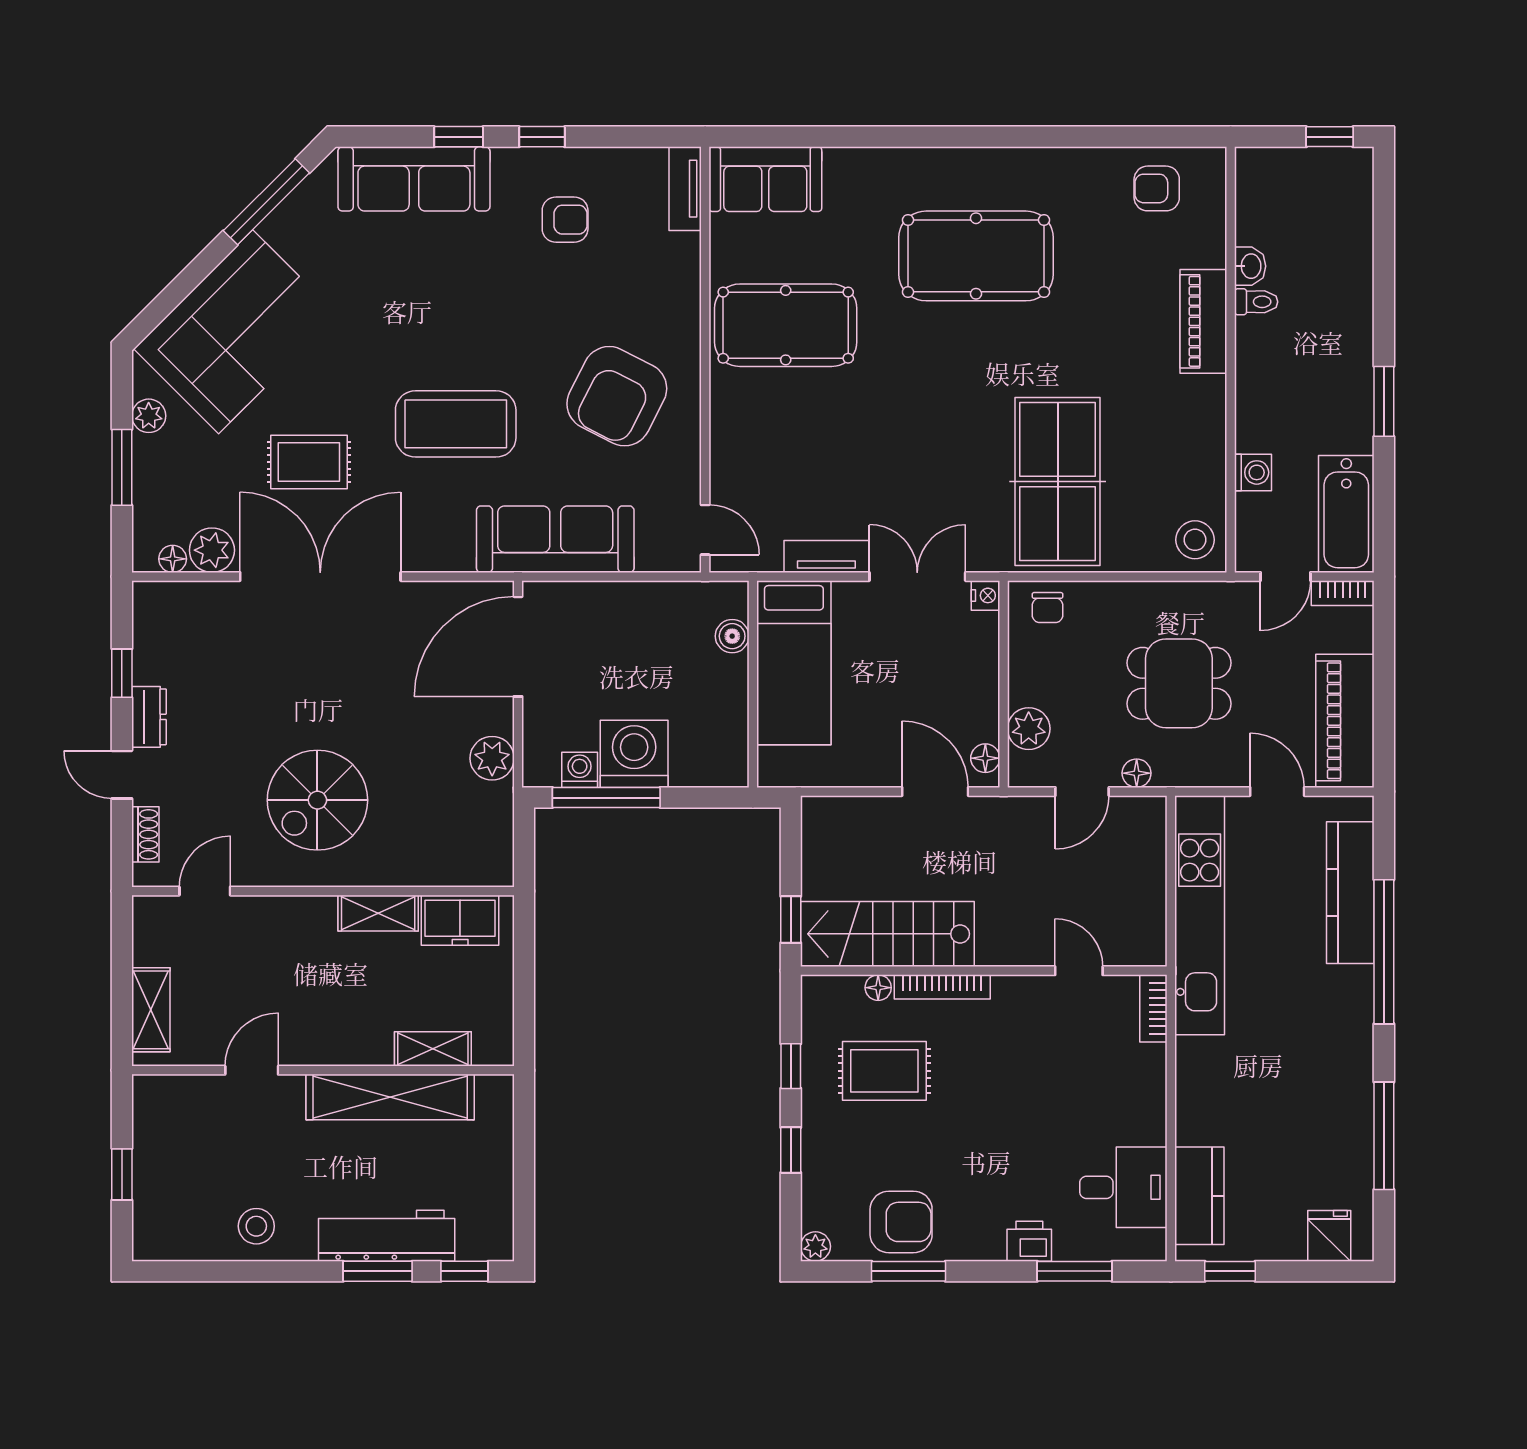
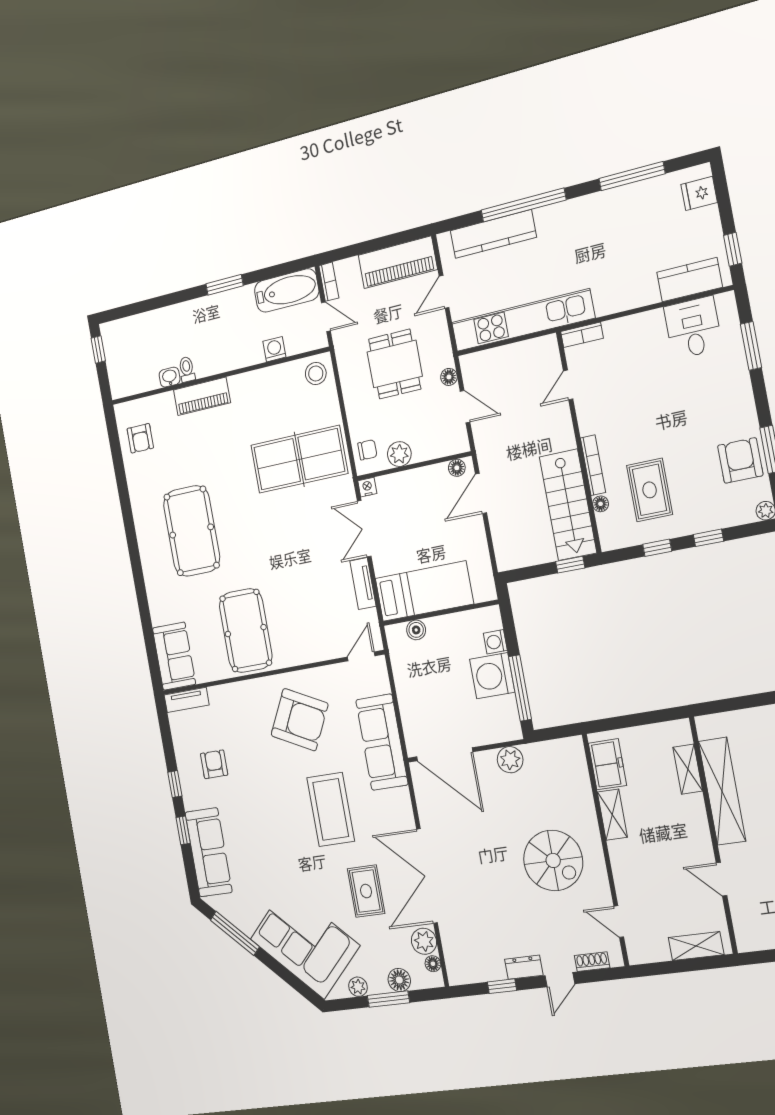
floor lamp: (152, 493) -> (399, 980), added
plant: (1029, 729) -> (399, 454), moved
washing machine: (580, 770) -> (495, 642), moved
printer: (1029, 1241) -> (737, 378), removed

